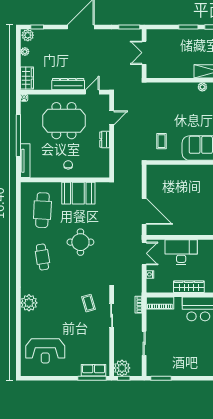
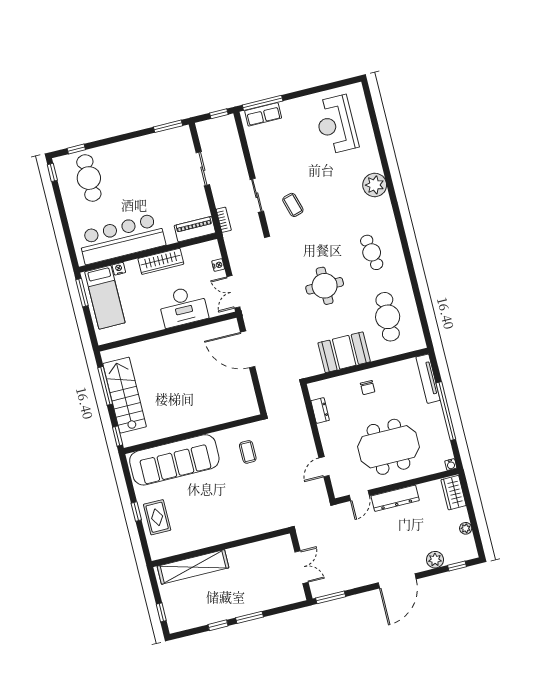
plant: (28, 35) -> (435, 560), moved
plant: (202, 87) -> (210, 540), removed
dresser: (105, 140) -> (320, 411), moved
reception desk: (45, 351) -> (336, 125), turned -90
plant: (122, 368) -> (225, 127), removed

